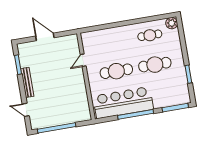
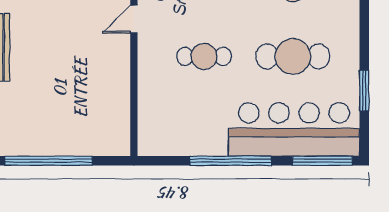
cafe table: (116, 71) -> (204, 56), width x0.73, depth x0.74
bar counter: (123, 103) -> (294, 129), moved

